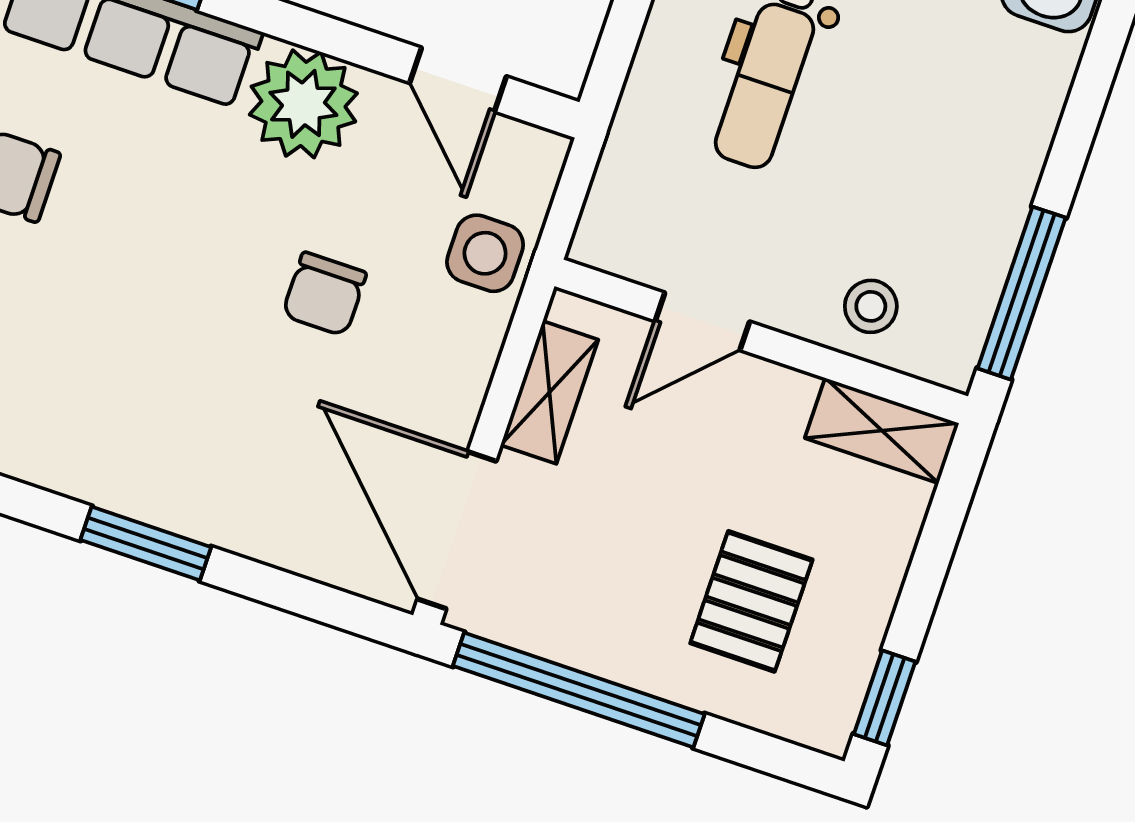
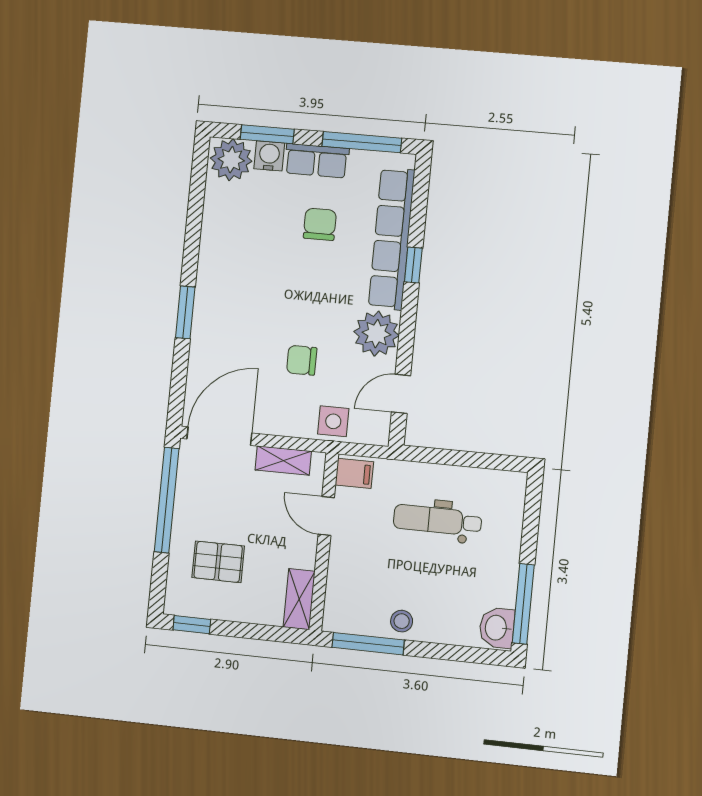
filing cabinet: (618, 232) -> (354, 473), added
stool: (871, 306) -> (402, 621), moved

